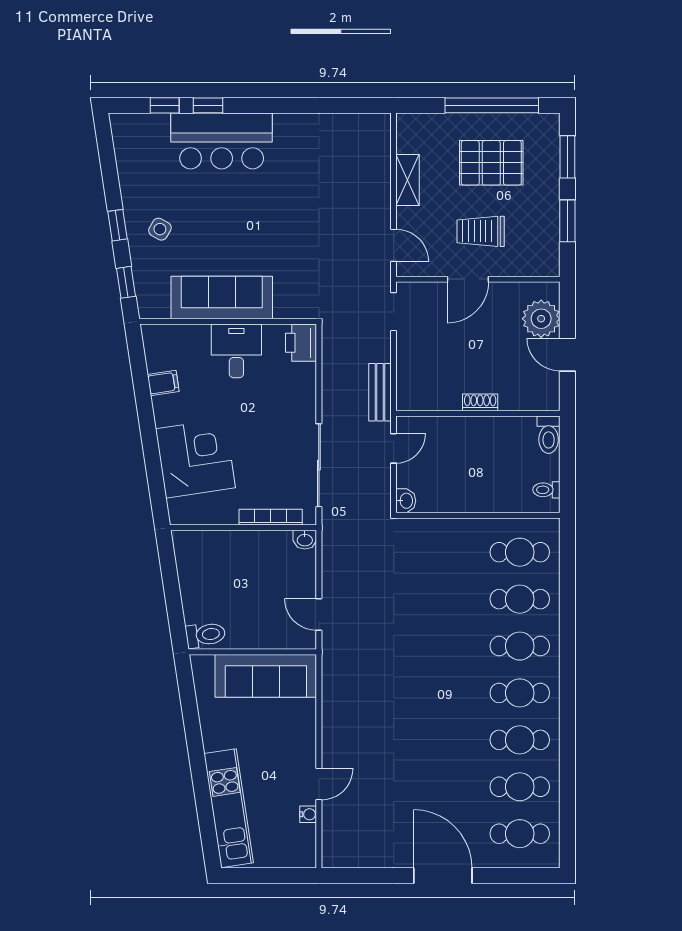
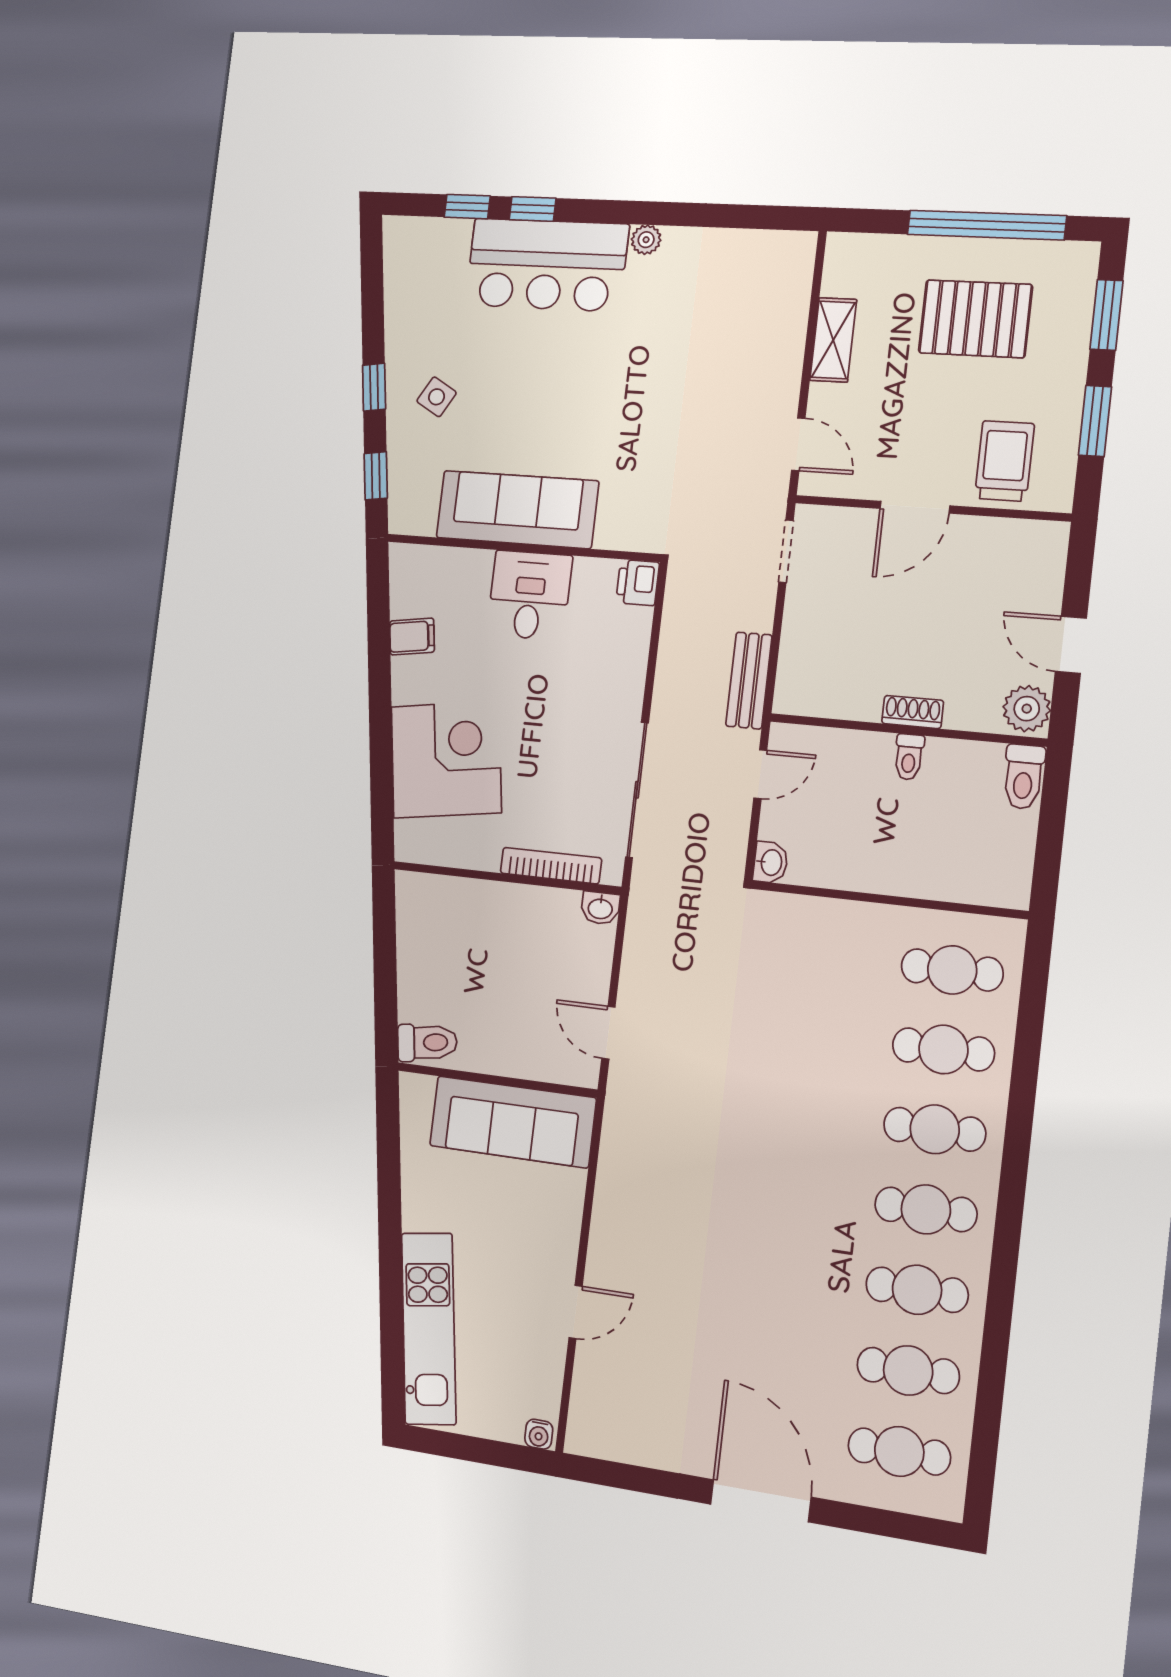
plant: (284, 122) -> (646, 240), added
trolley: (481, 231) -> (1004, 461), moved, turned 90
plant: (541, 319) -> (1027, 709), moved, width x0.73, depth x0.73
printer: (301, 343) -> (638, 583), width x0.73, depth x0.81
toilet: (546, 490) -> (909, 757), moved, turned -90
water cooler: (308, 814) -> (539, 1434), moved, turned 90

